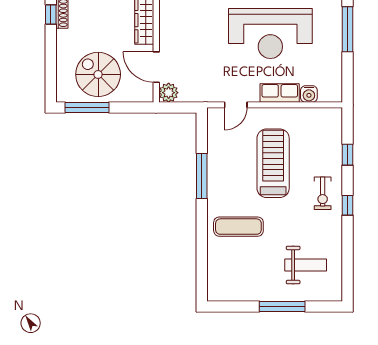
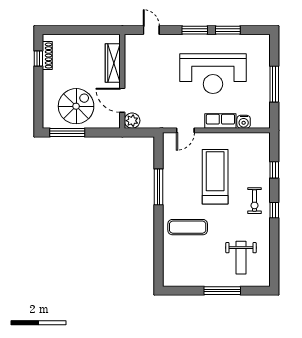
window: (348, 29) -> (274, 84), moved
spiral stairs: (98, 74) -> (76, 106), turned 90
weight bench: (306, 265) -> (241, 258), turned 90

